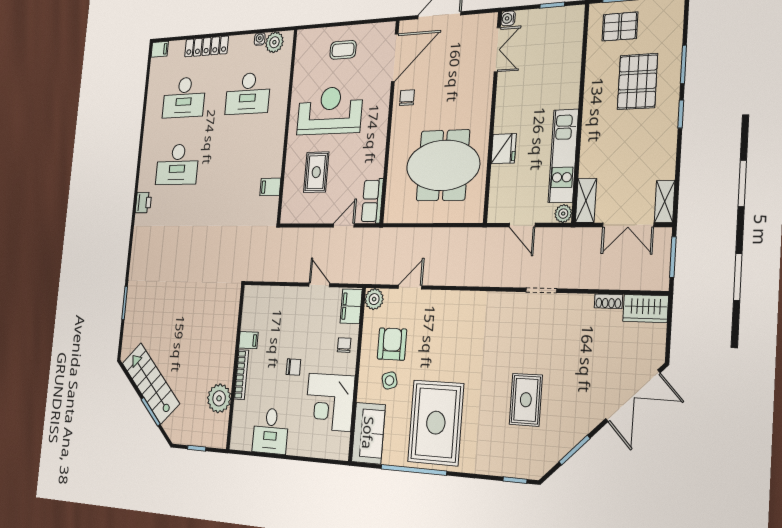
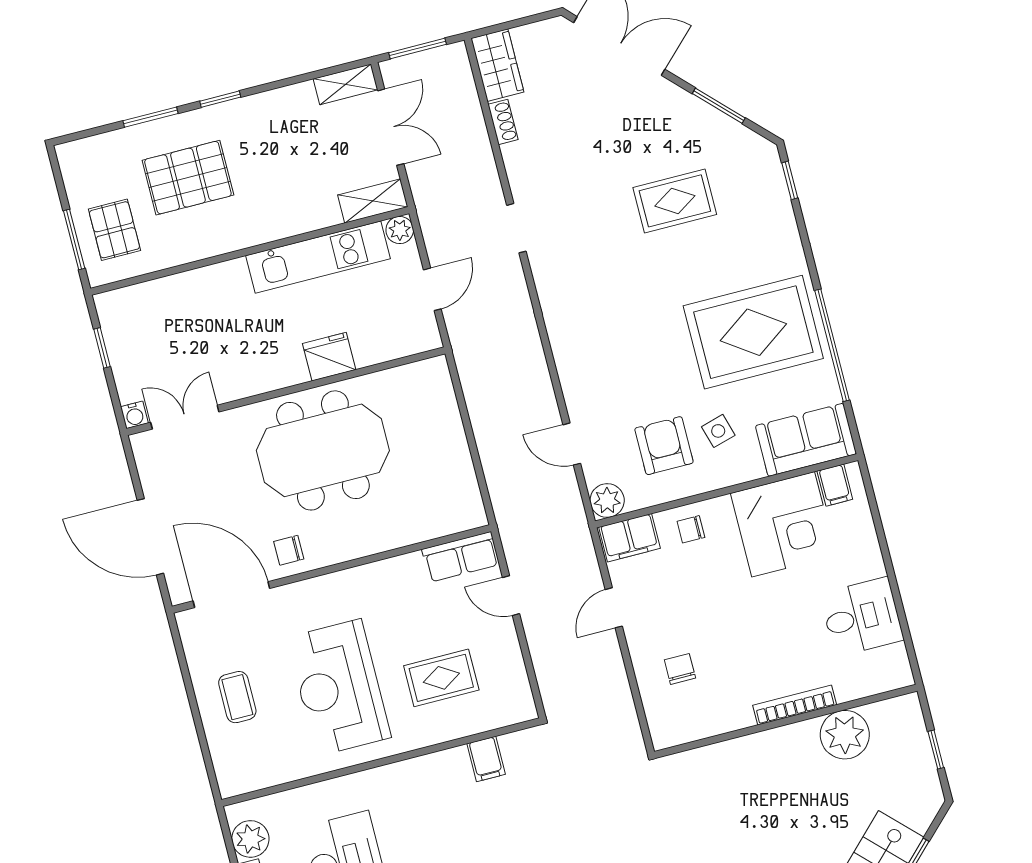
meeting table: (443, 165) -> (323, 450), moved, turned 90
filing cabinet: (248, 340) -> (835, 485), moved, turned 180
armchair: (392, 344) -> (664, 446), turned 90
chair: (293, 367) -> (680, 669), moved

